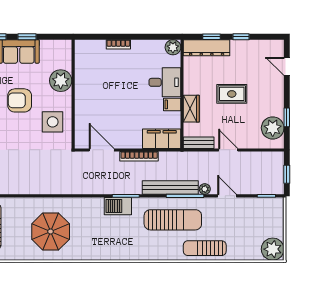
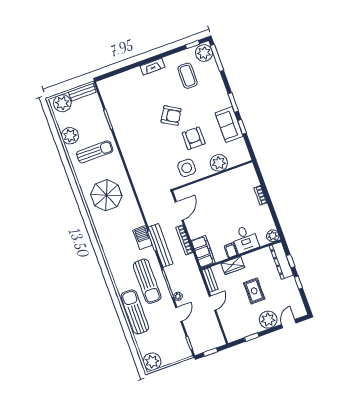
plant: (273, 128) -> (268, 320), moved
bench: (170, 187) -> (161, 245), moved
sun lounger: (205, 248) -> (135, 312), width x1.36, depth x1.34

